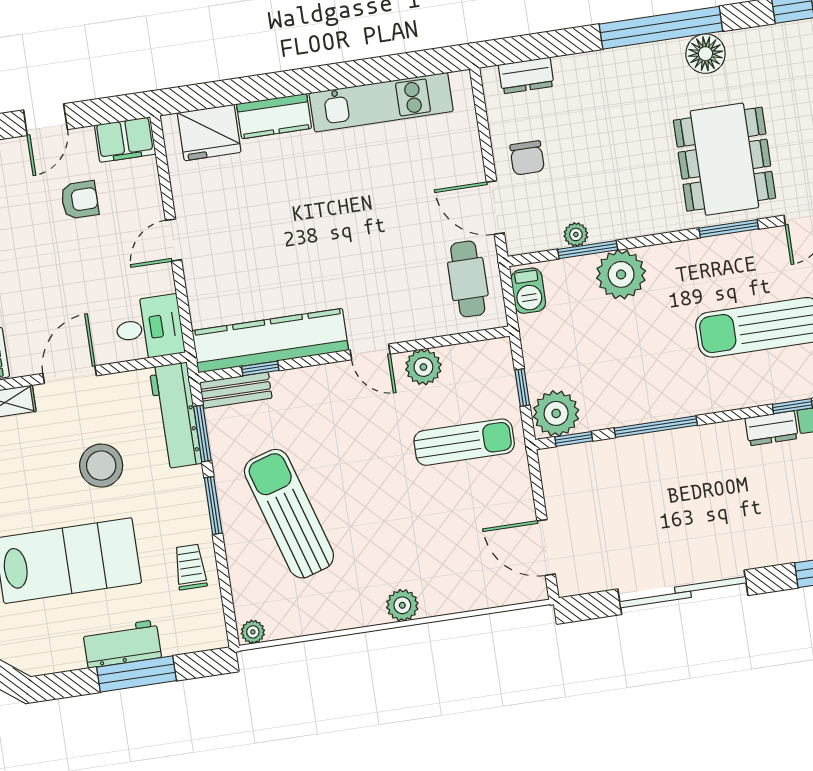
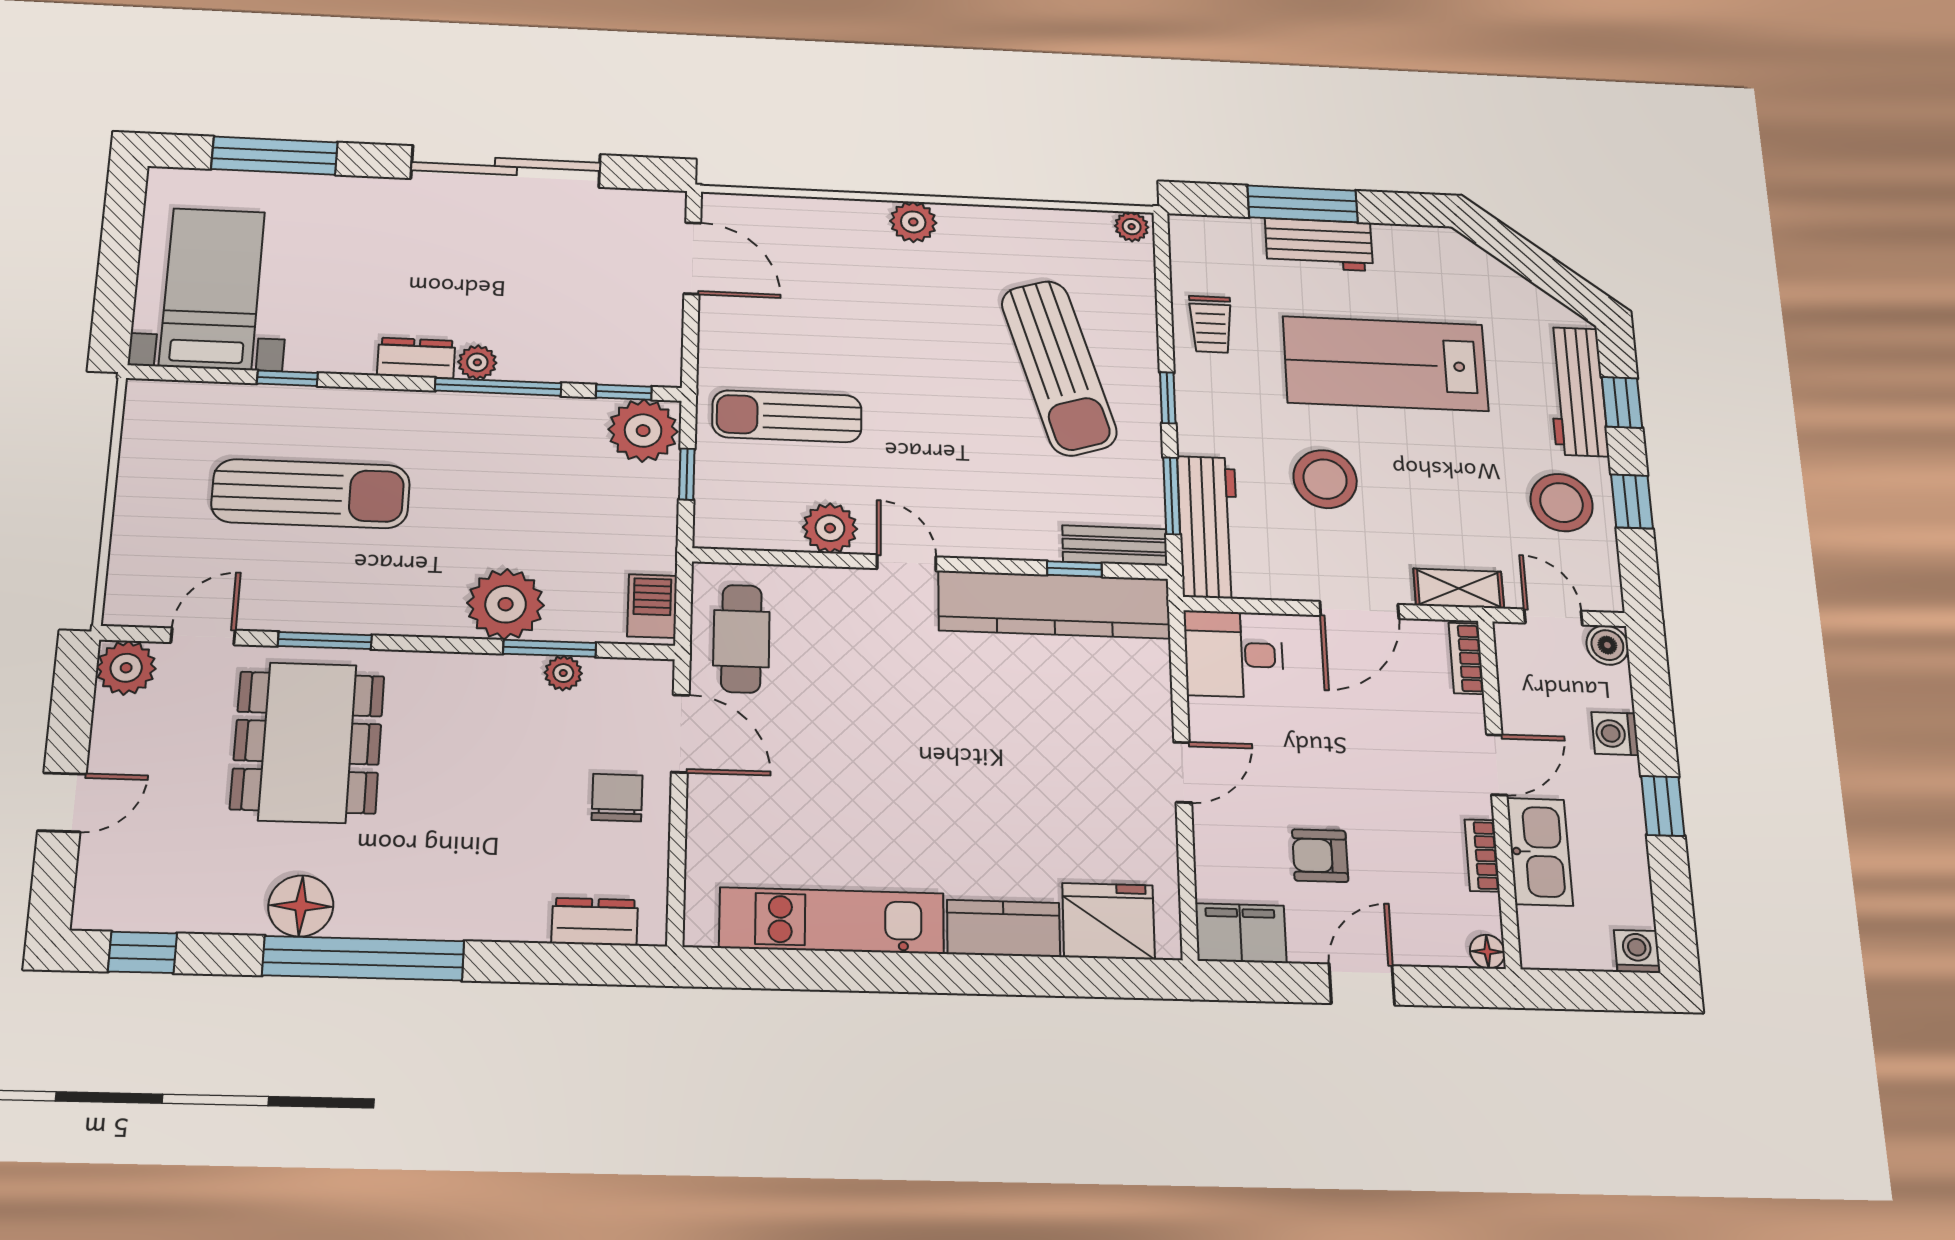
dresser: (772, 428) -> (416, 358), moved
plant: (673, 442) -> (477, 362), added
window: (213, 505) -> (1168, 398), width x0.67

